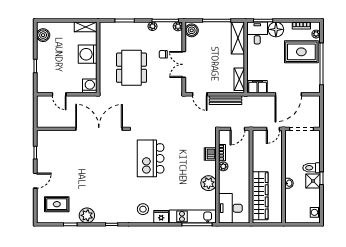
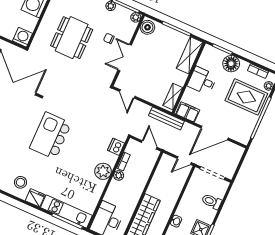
desk: (257, 33) -> (202, 81), moved, turned -90
bench: (226, 100) -> (166, 118), moved
door: (237, 129) -> (149, 145), swing flipped
dishwasher: (210, 154) -> (116, 147), moved
toilet: (312, 168) -> (212, 202), moved
plant: (209, 183) -> (103, 171), moved

